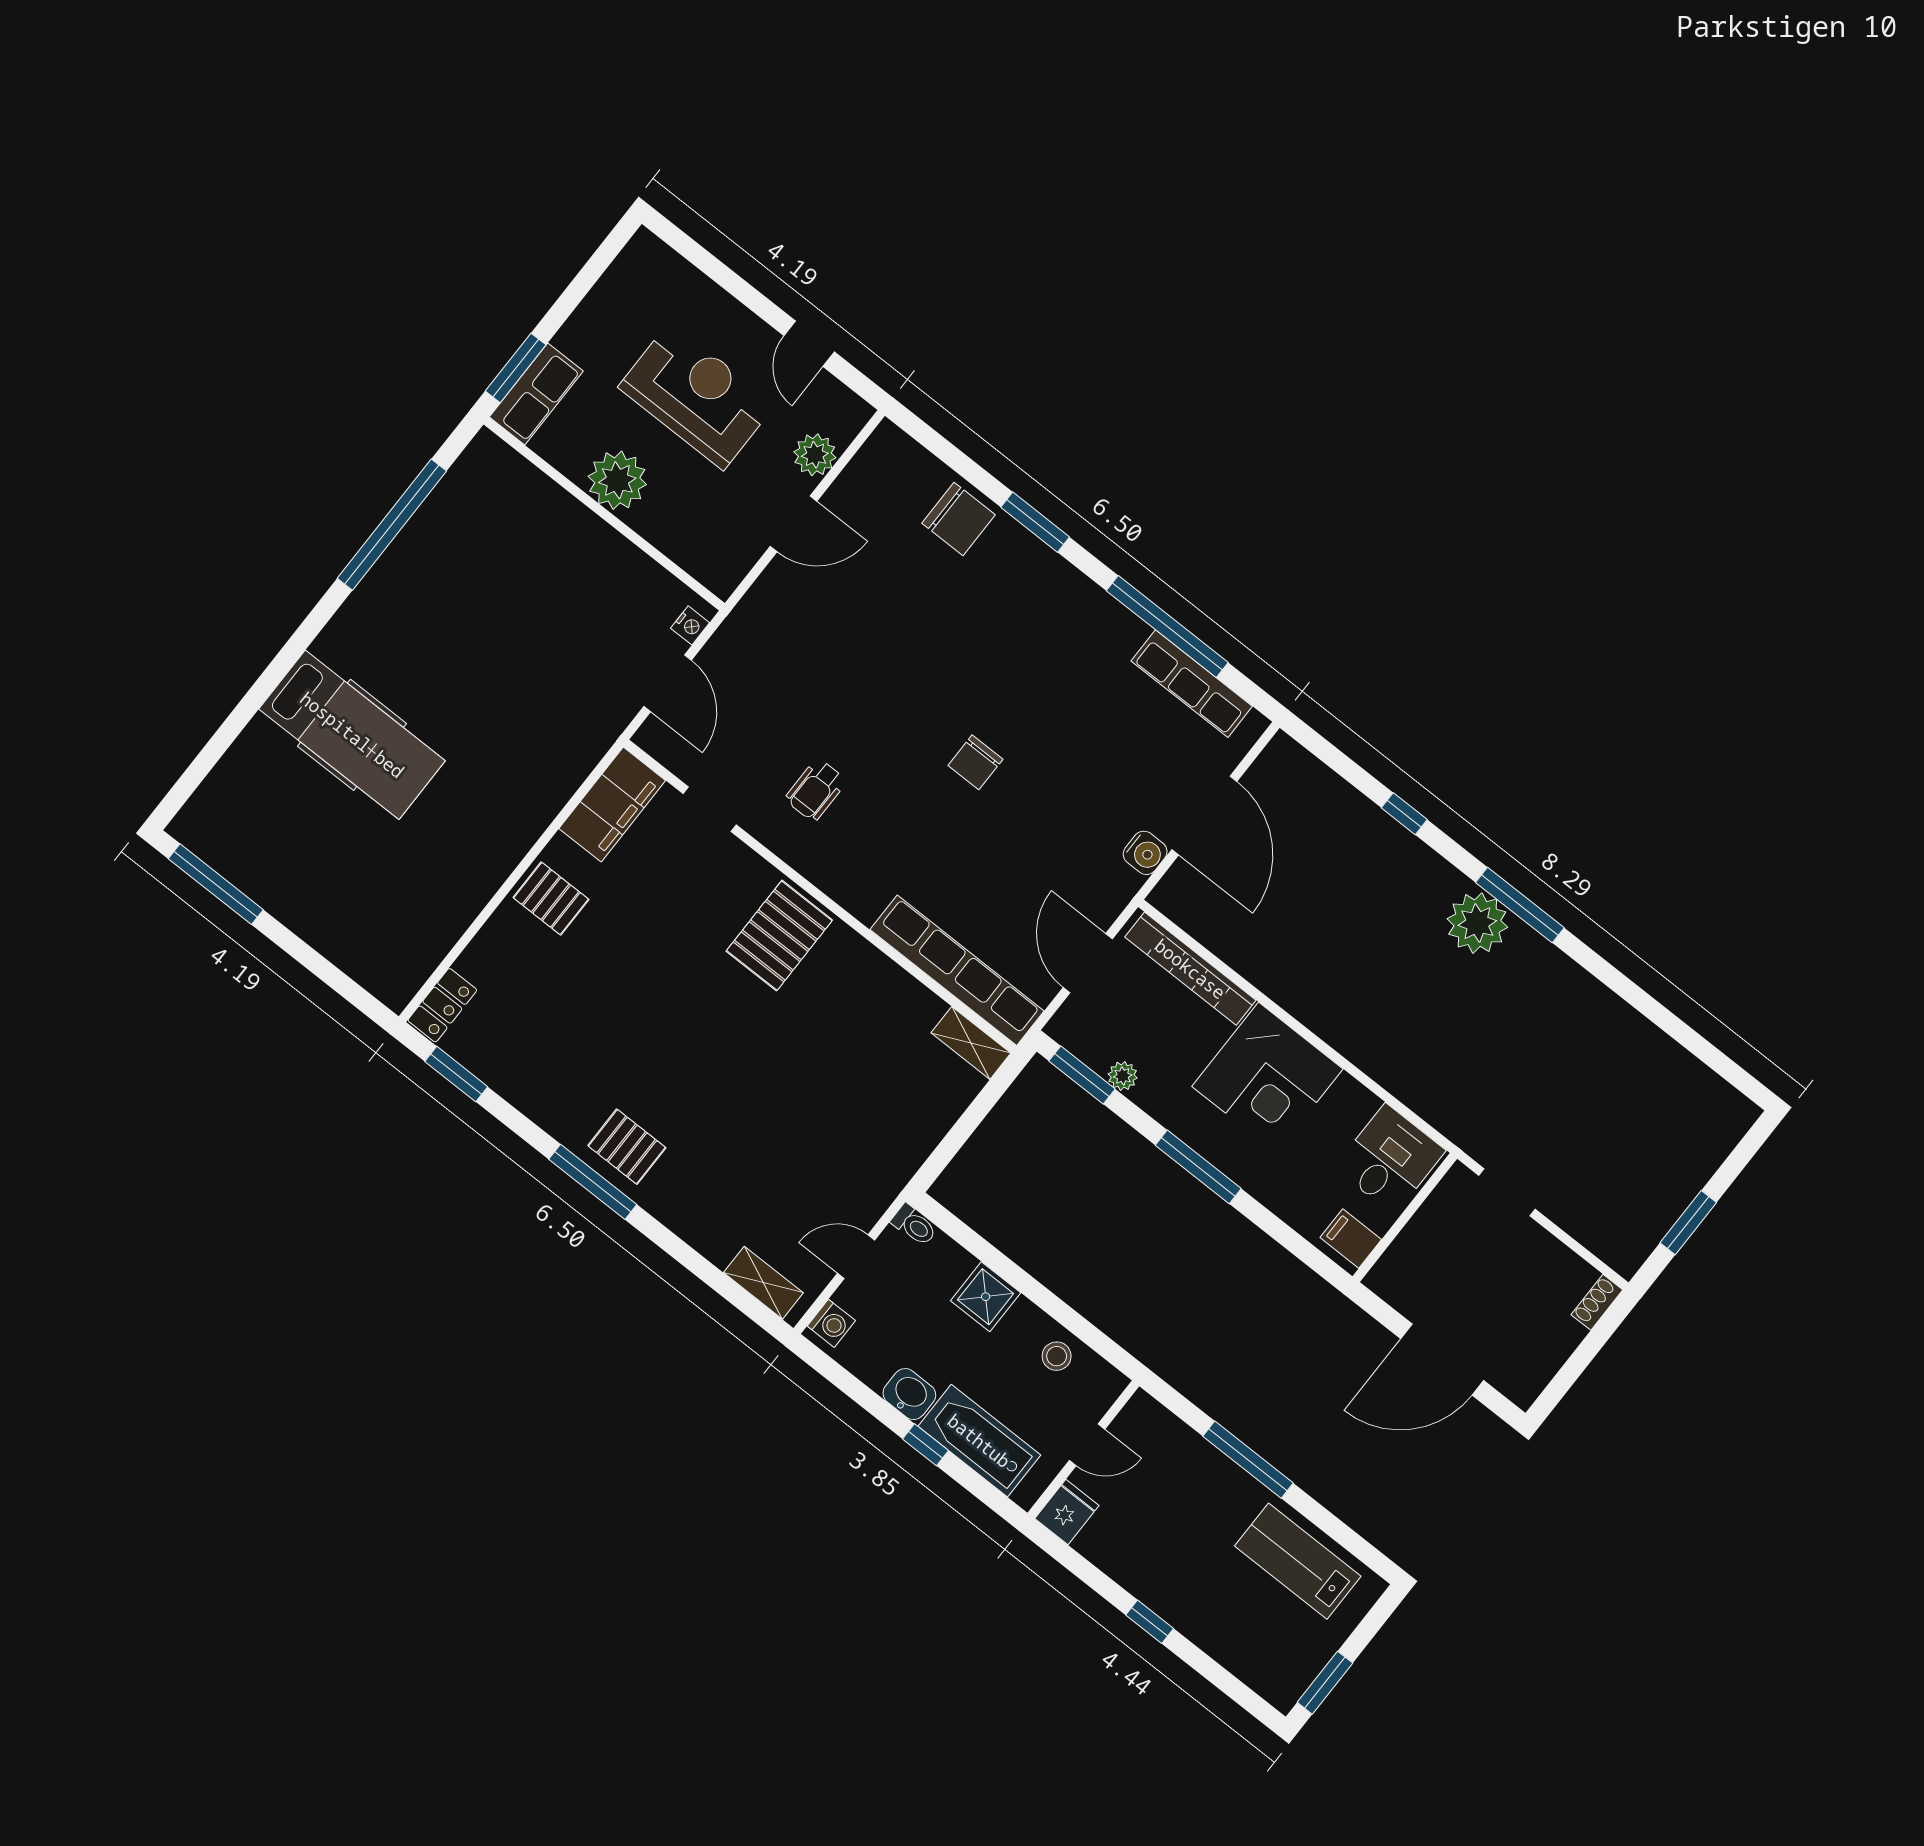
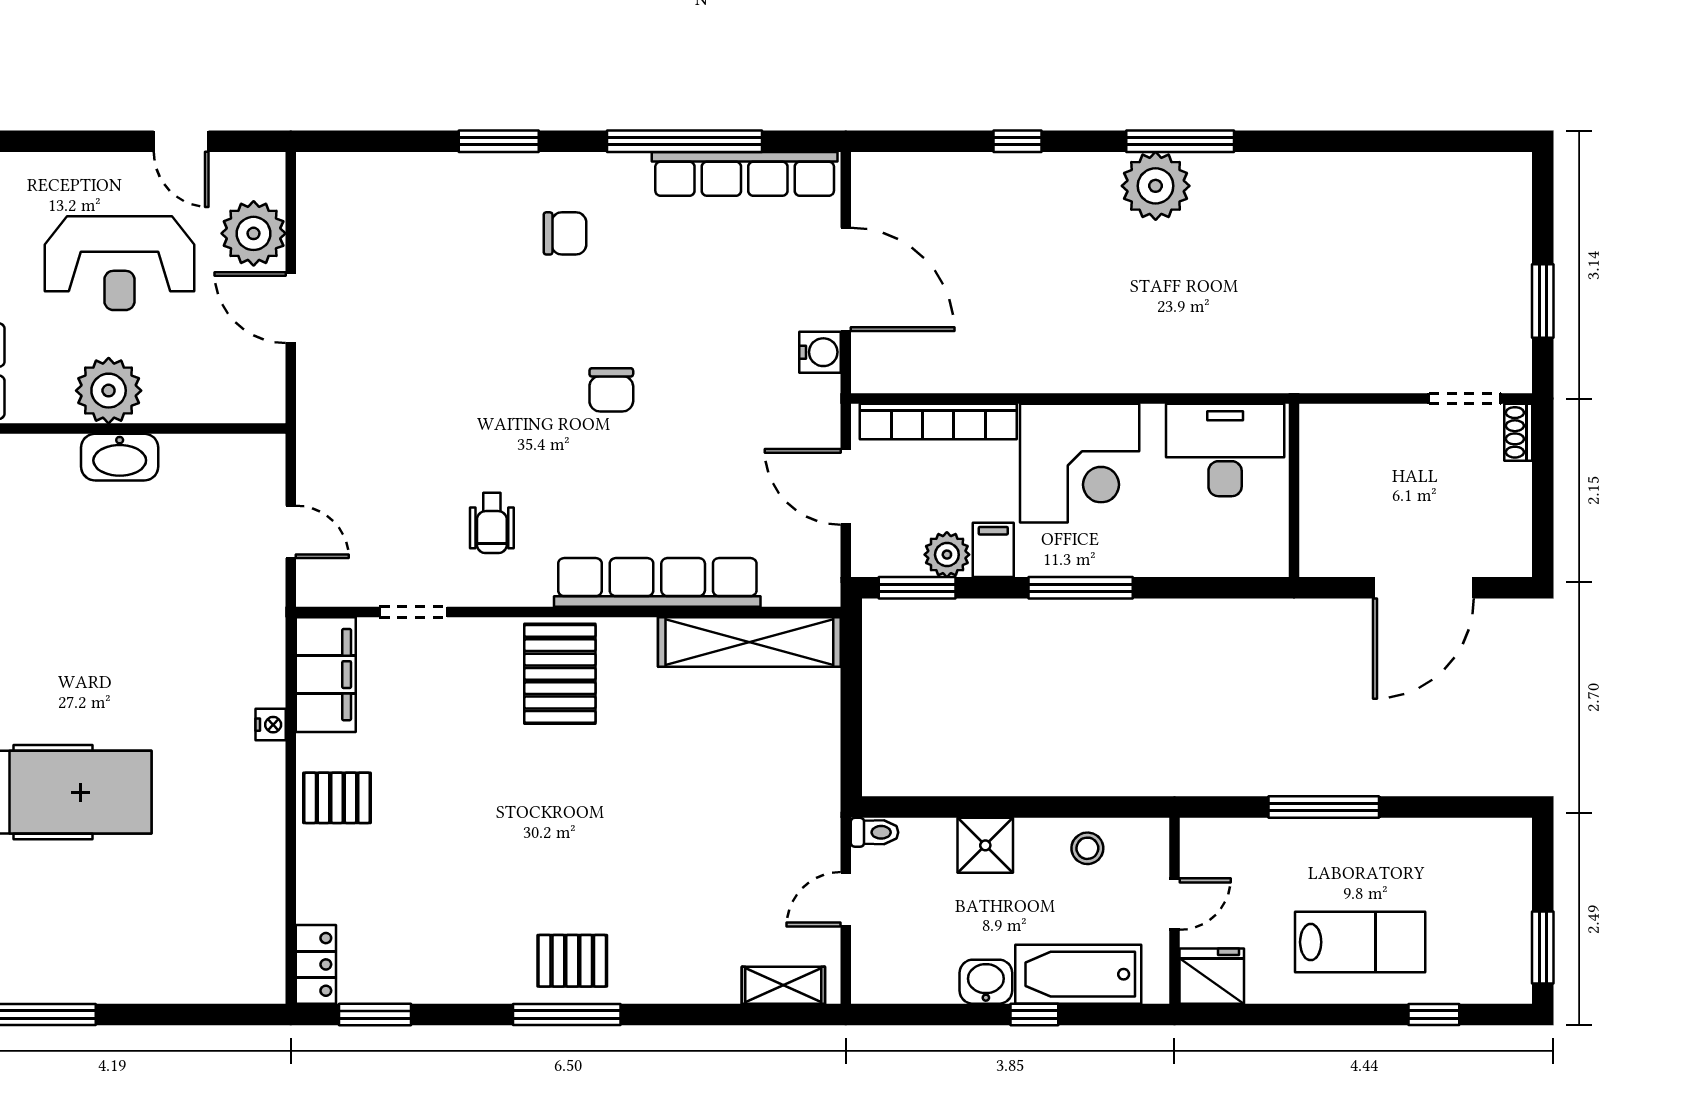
reception desk: (697, 396) -> (119, 263), turned 180
plant: (815, 455) -> (254, 233), width x1.36, depth x1.36
chair: (959, 519) -> (565, 233), moved, width x0.73, depth x0.73
door: (794, 524) -> (291, 308), swing flipped
washbasin: (588, 534) -> (120, 457), added
nightstand: (690, 625) -> (271, 725), moved
door: (668, 683) -> (291, 532), width x0.73
row of seats: (1192, 684) -> (745, 174), width x1.36
row of seats: (957, 970) -> (657, 582), moved
shelving: (971, 1043) -> (749, 642), width x2.20, depth x1.33
plant: (1123, 1076) -> (947, 555), width x1.38, depth x1.38
desk: (1390, 1159) -> (1225, 450), width x1.37
doorway: (1507, 1192) -> (1465, 399), moved
filing cabinet: (1351, 1239) -> (993, 550), moved, turned 90
washing machine: (831, 1323) -> (870, 974), removed
fridge: (1067, 1512) -> (1212, 976), width x1.38
lab bench: (1298, 1561) -> (1360, 942), moved, turned 180
window: (1150, 1622) -> (1434, 1015), moved

